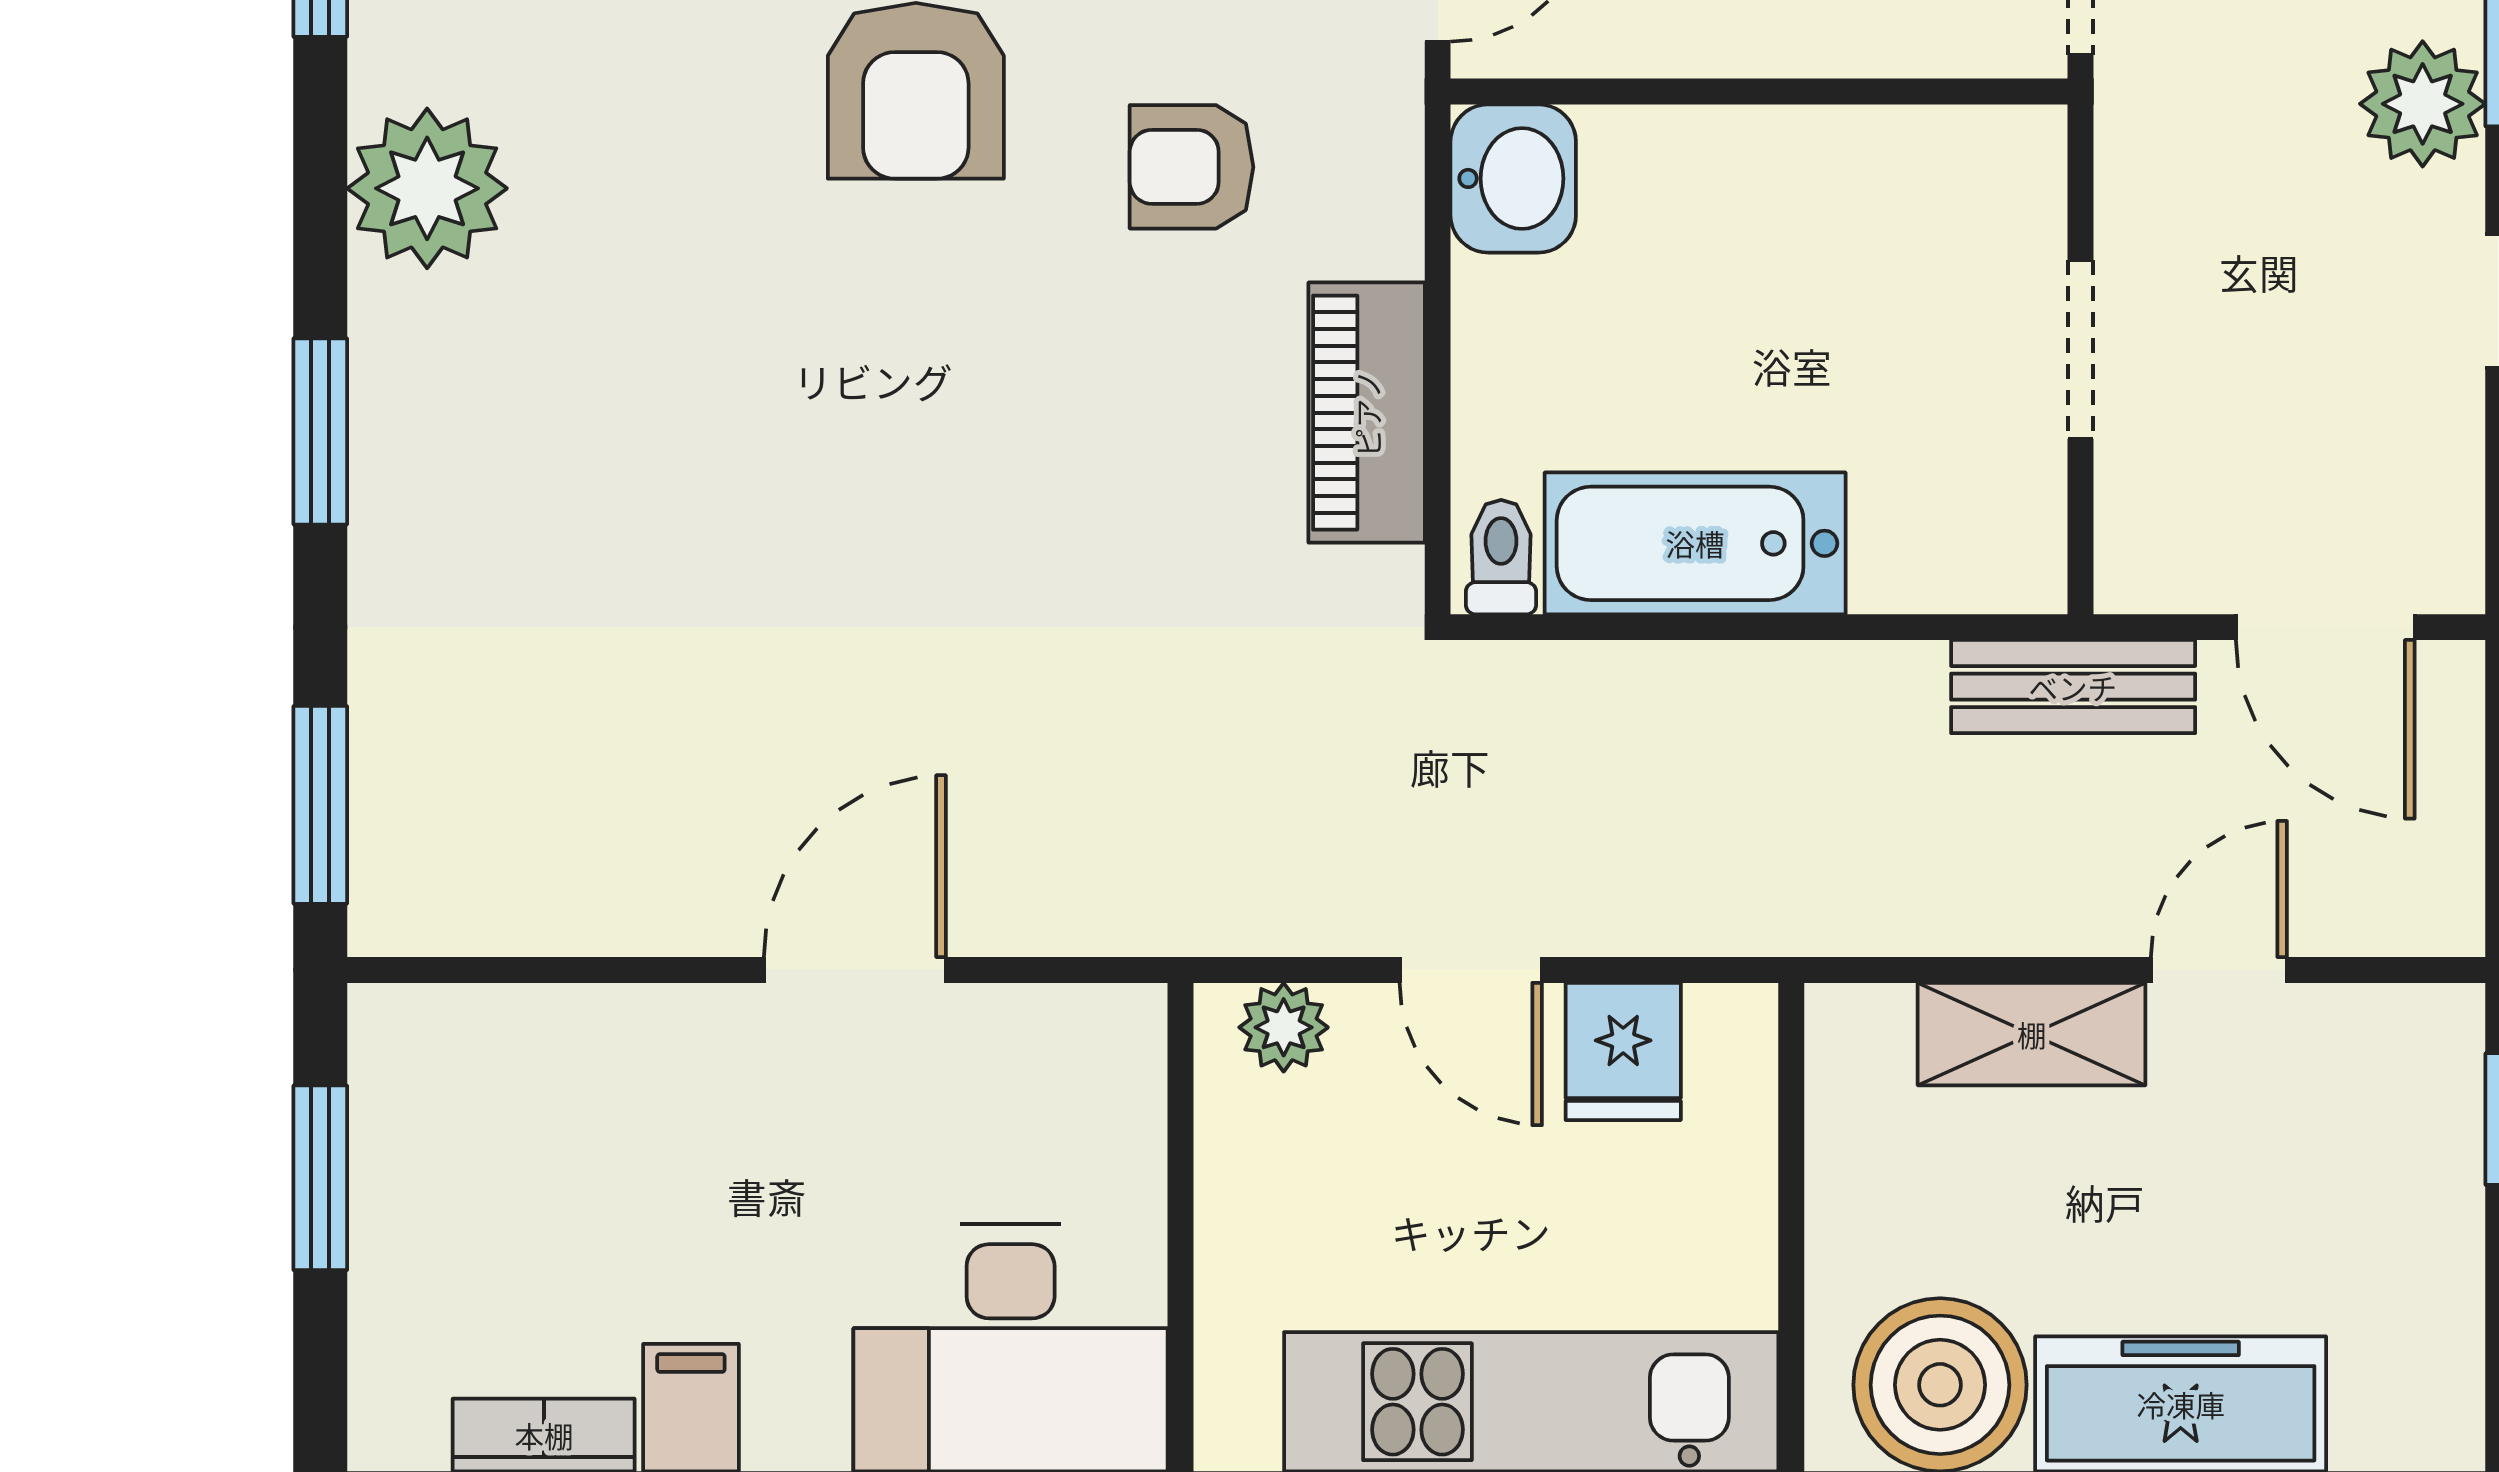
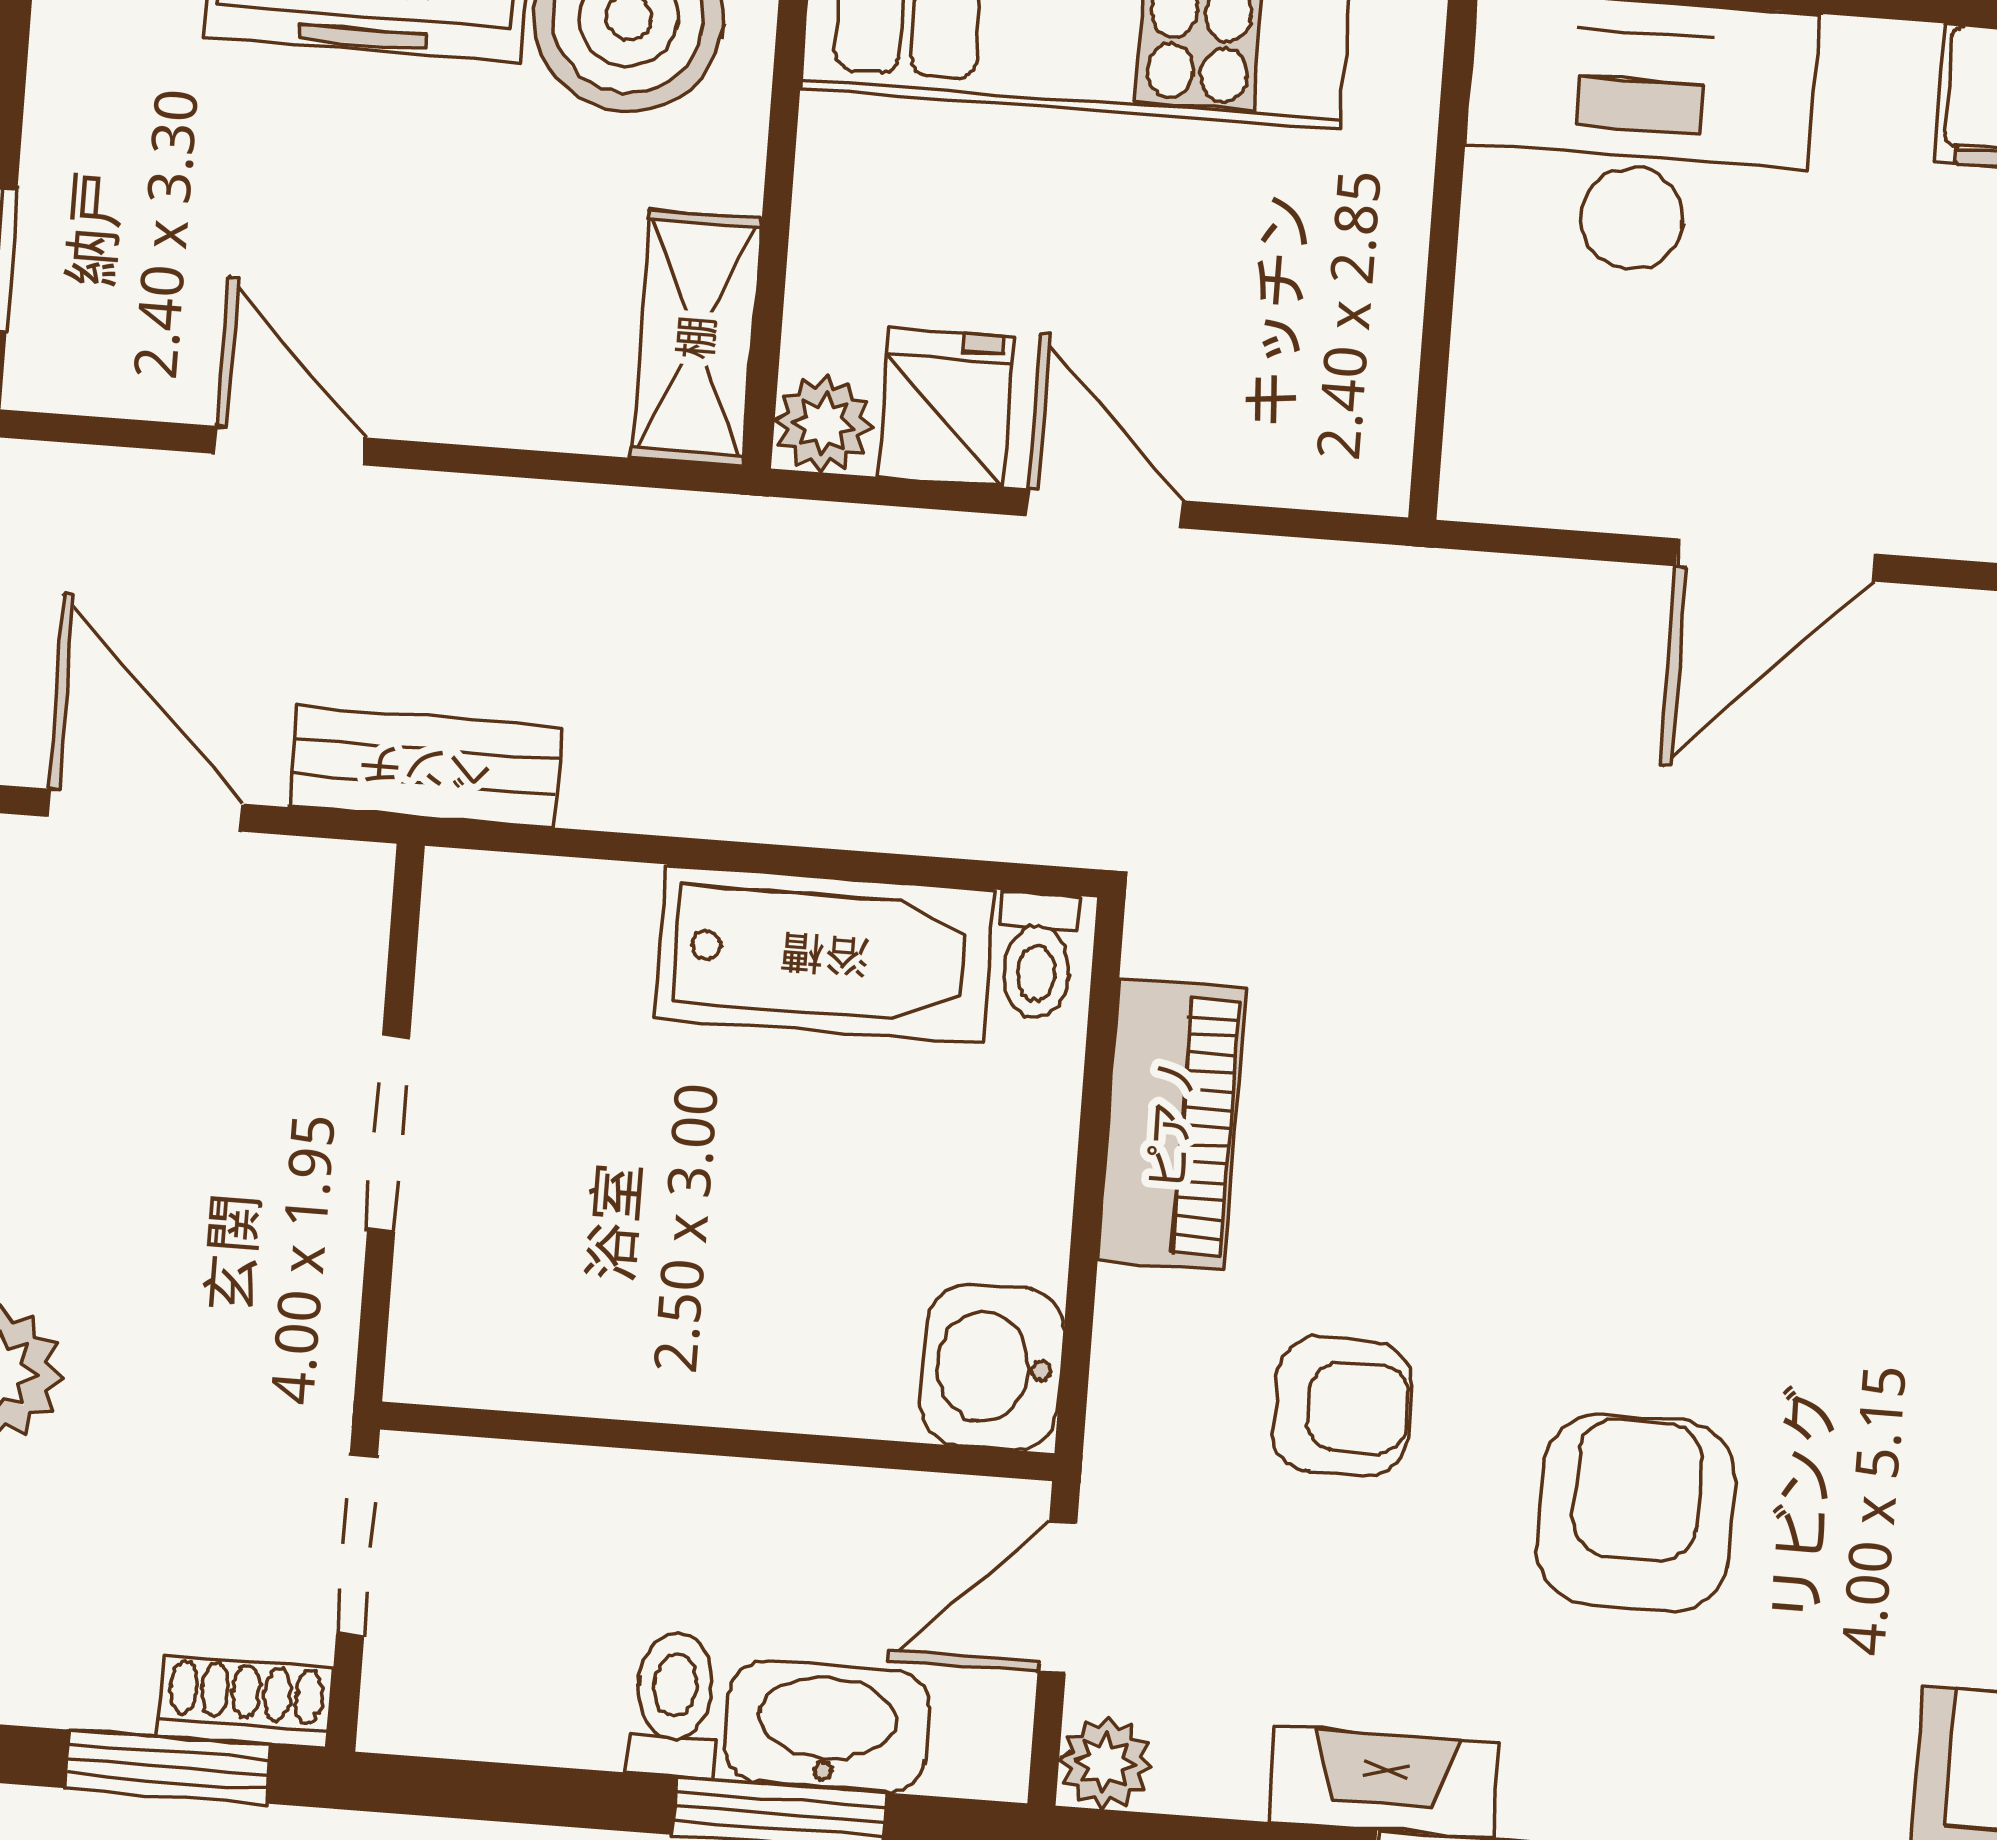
door: (2219, 970) -> (290, 446), swing flipped
plant: (1284, 1027) -> (823, 424), moved
shelving: (2032, 1034) -> (697, 338), moved, turned 90

